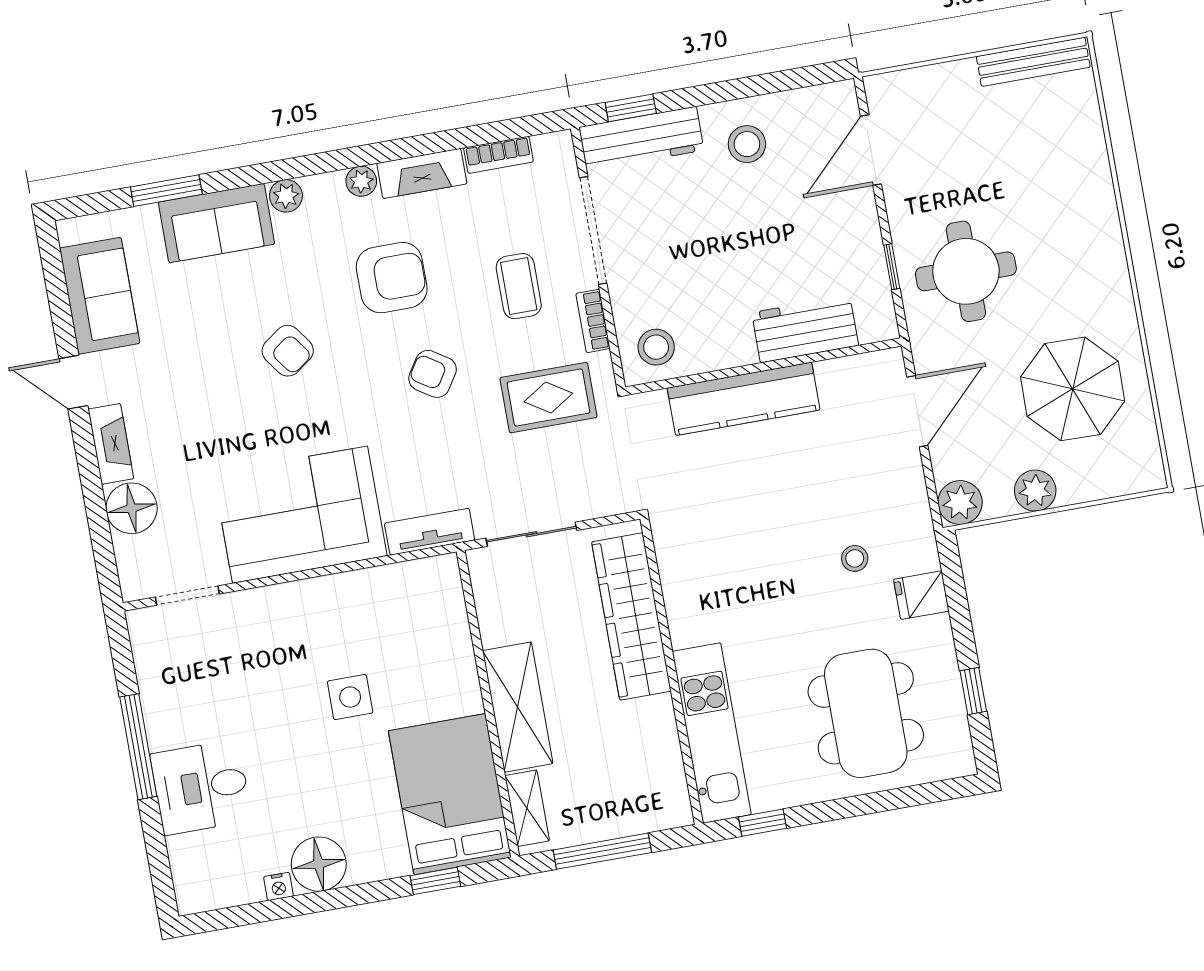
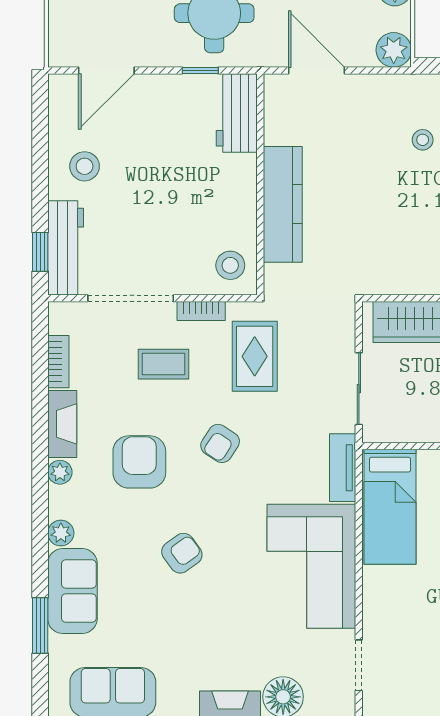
door: (871, 150) -> (106, 70), hinge flipped
workbench: (805, 329) -> (237, 113), moved
bed: (392, 599) -> (390, 507), added

